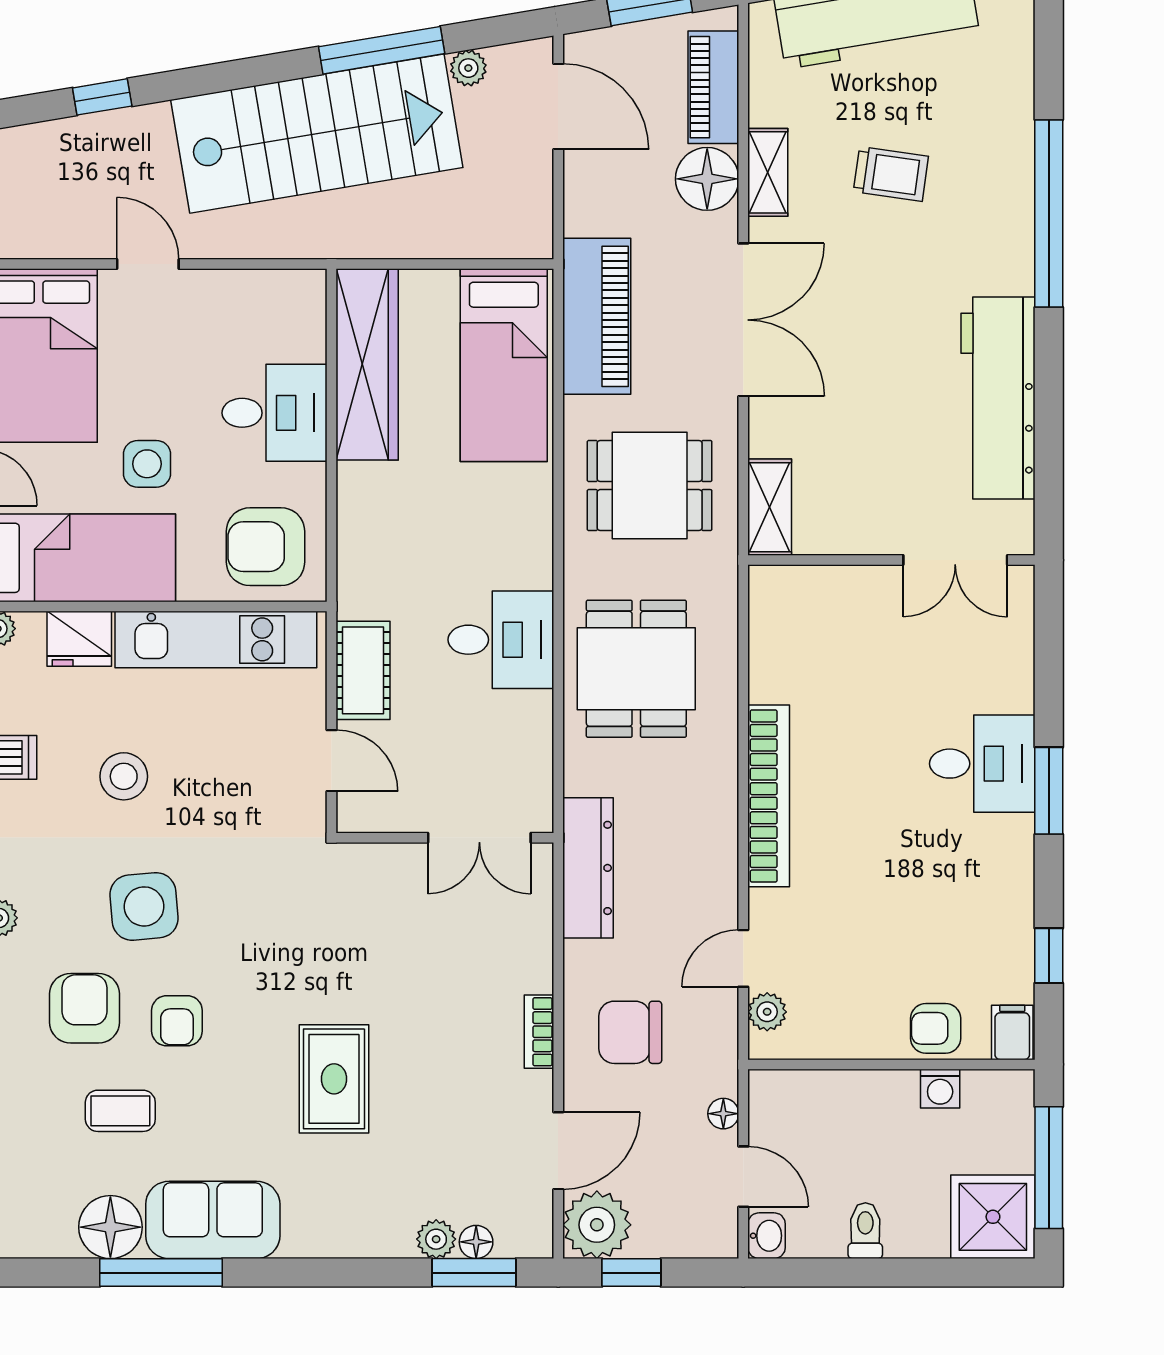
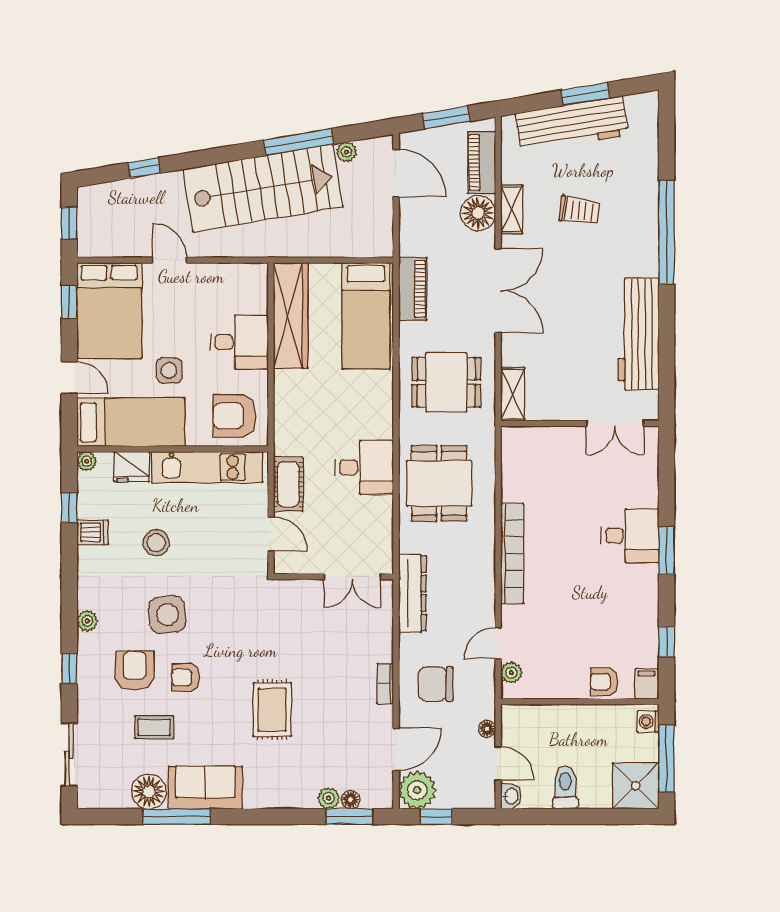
piano: (597, 316) -> (413, 289), width x0.73, depth x0.75
armchair: (177, 1021) -> (186, 678), turned 90
washing machine: (940, 1089) -> (648, 721), moved, turned 90
toilet: (865, 1231) -> (565, 787), width x1.37, depth x1.39

